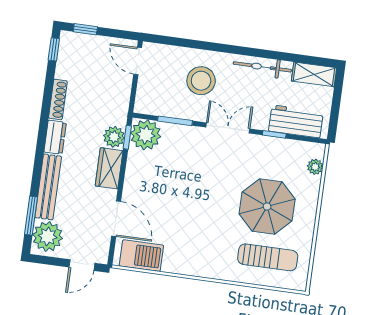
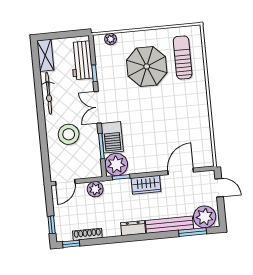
shoe rack: (58, 99) -> (87, 234), moved
plant: (114, 137) -> (95, 189), moved
barbecue: (141, 256) -> (112, 137), moved, turned 180

